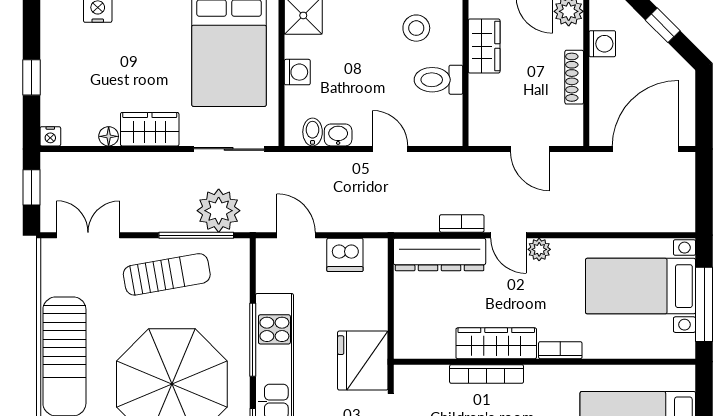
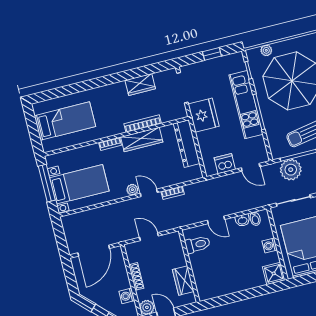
stool: (416, 28) -> (218, 281), removed
toilet: (438, 80) -> (197, 244), moved
dresser: (440, 254) -> (187, 144), moved, turned -90

